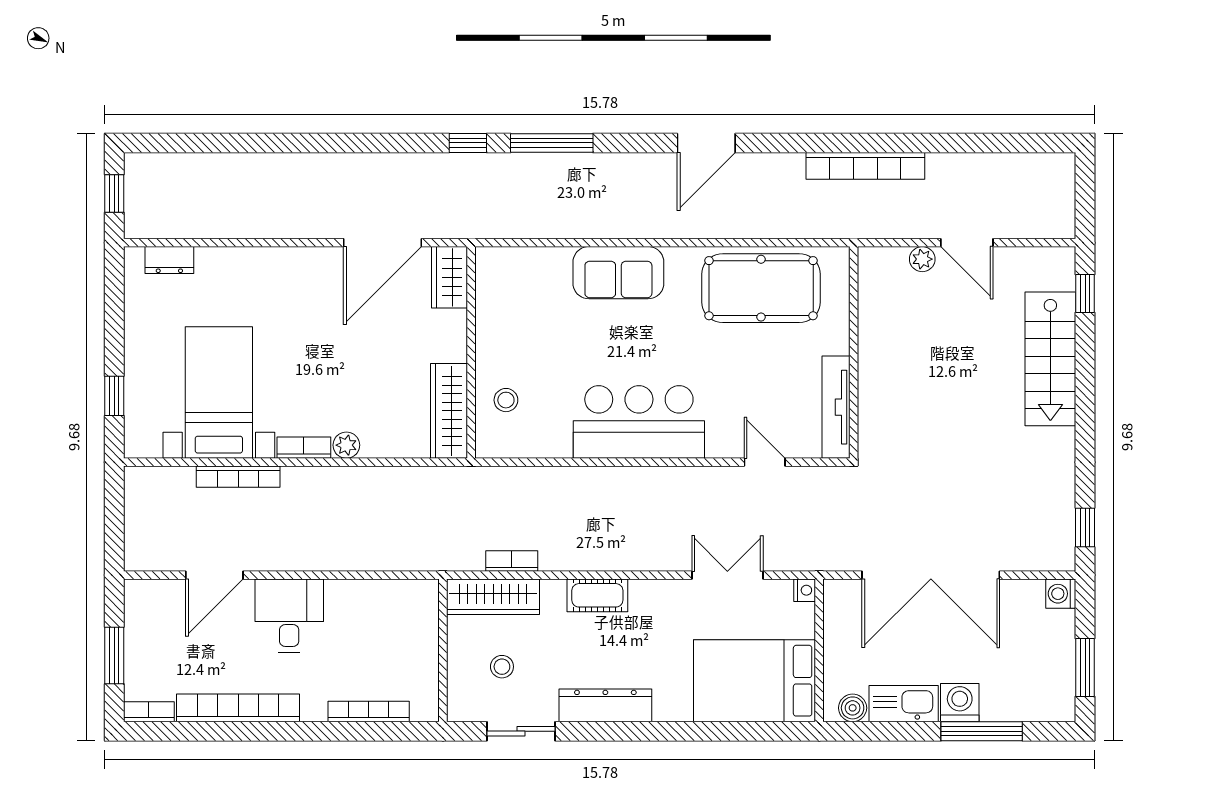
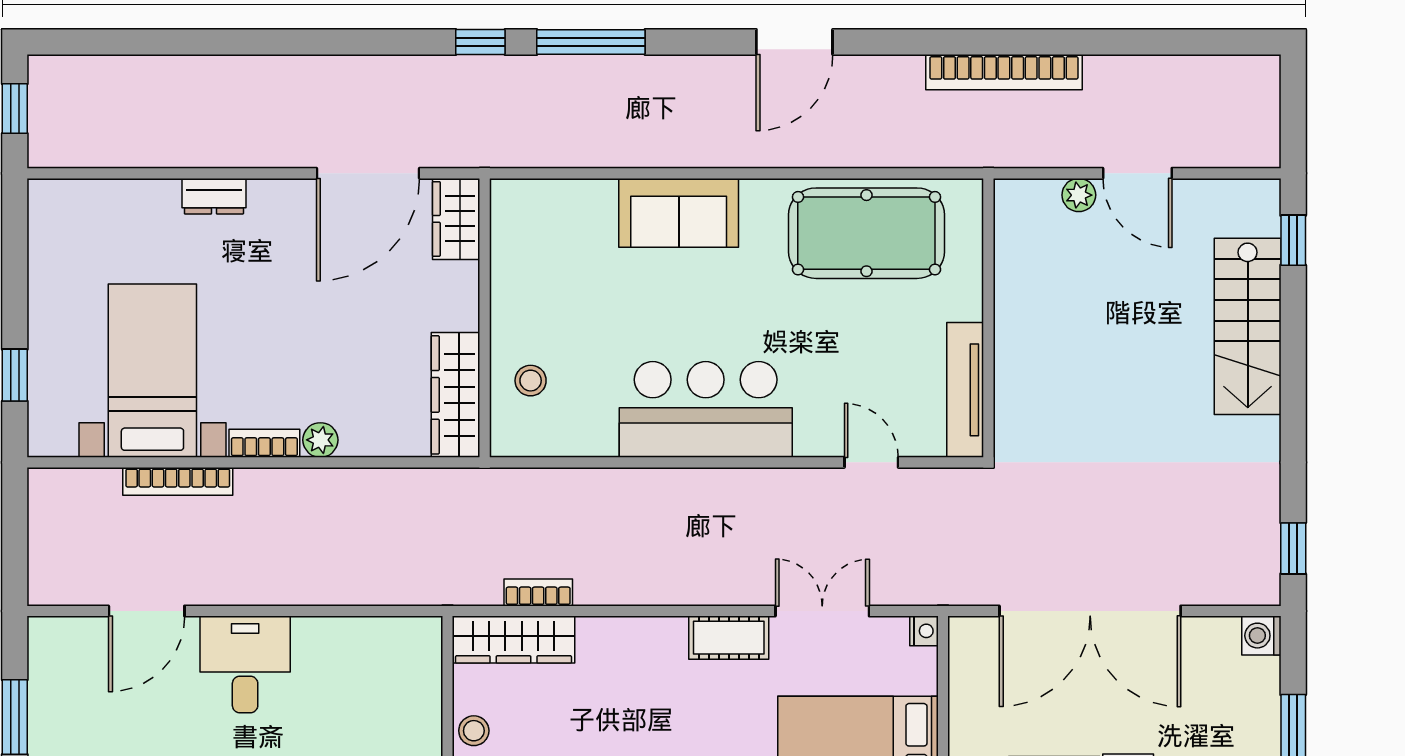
dresser: (169, 260) -> (214, 196), moved
cot: (597, 595) -> (729, 638), moved
stool: (502, 667) -> (474, 731), moved

